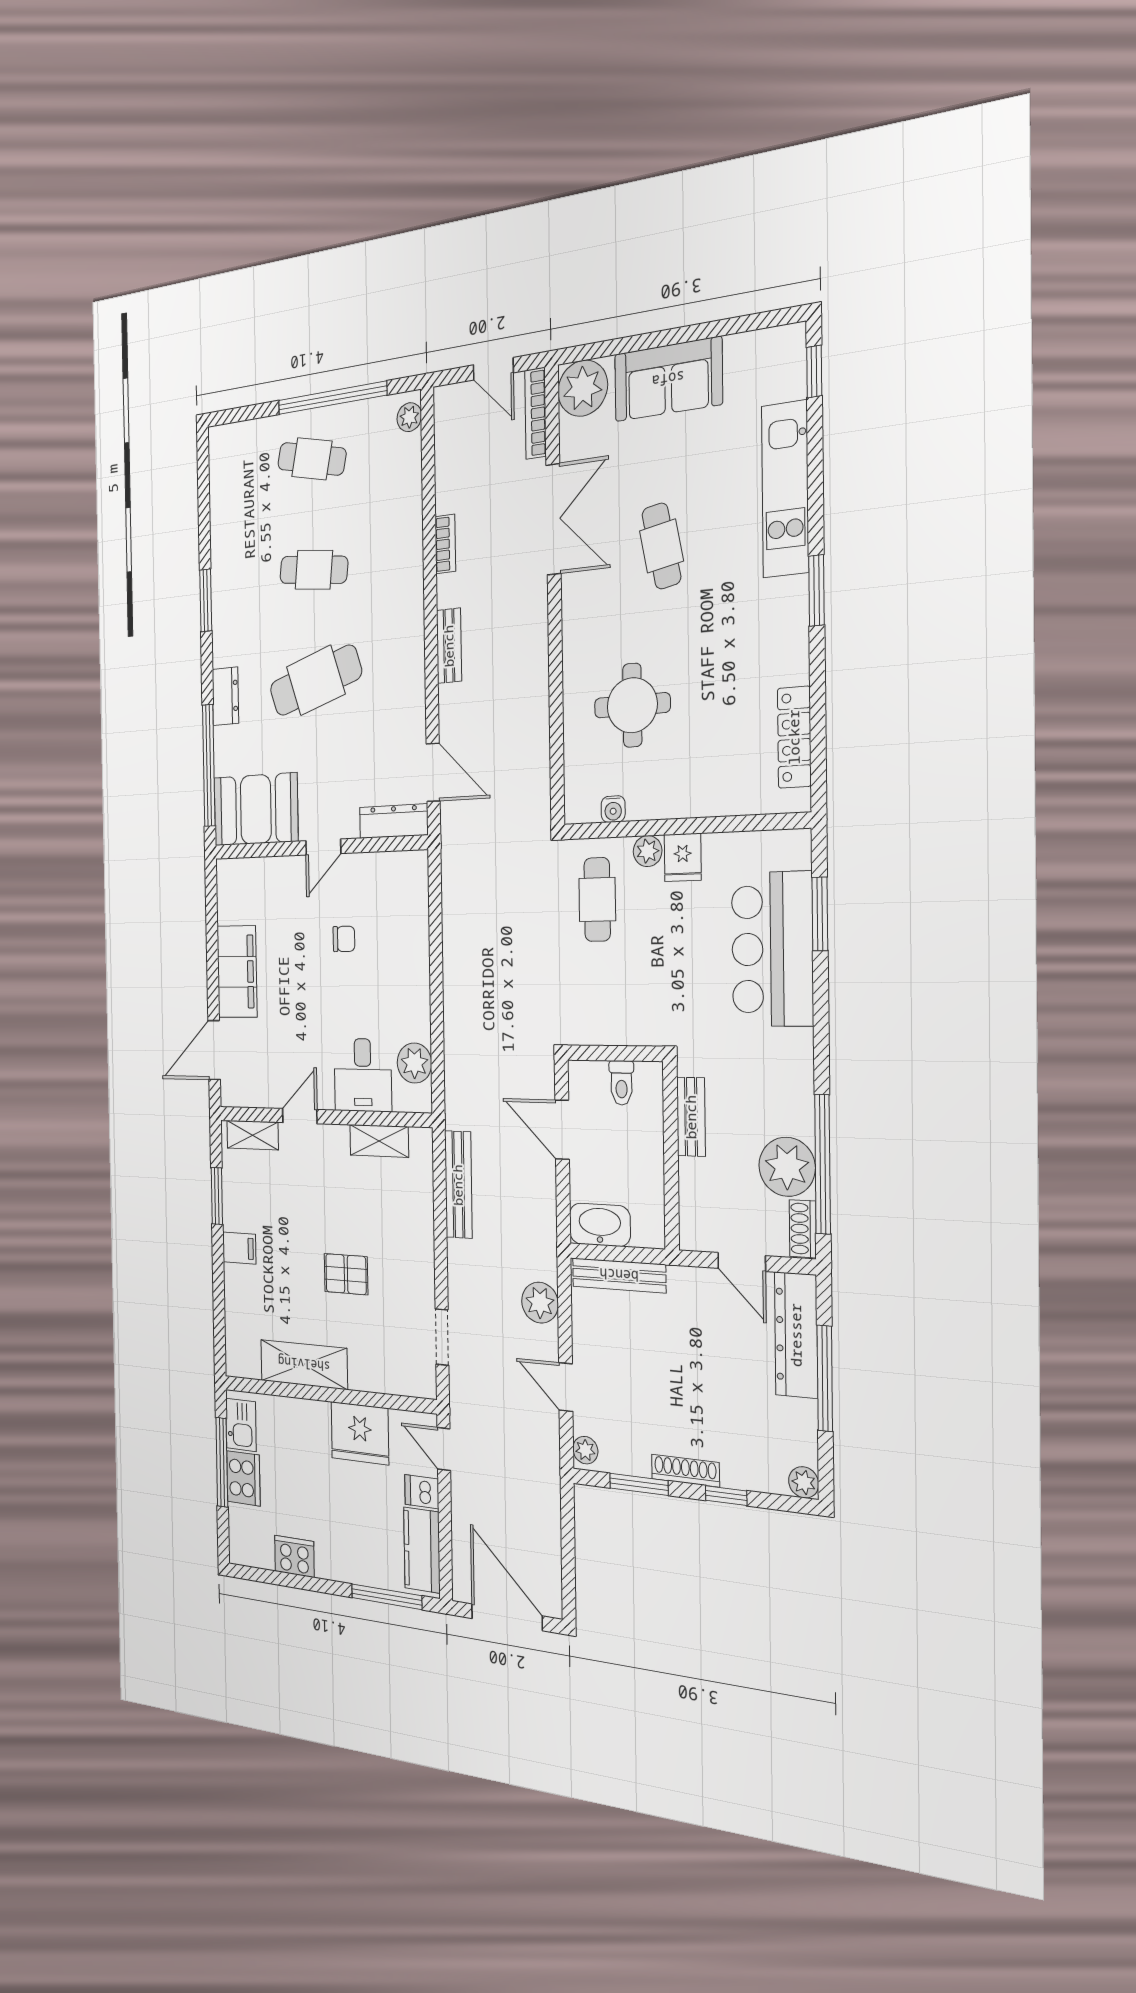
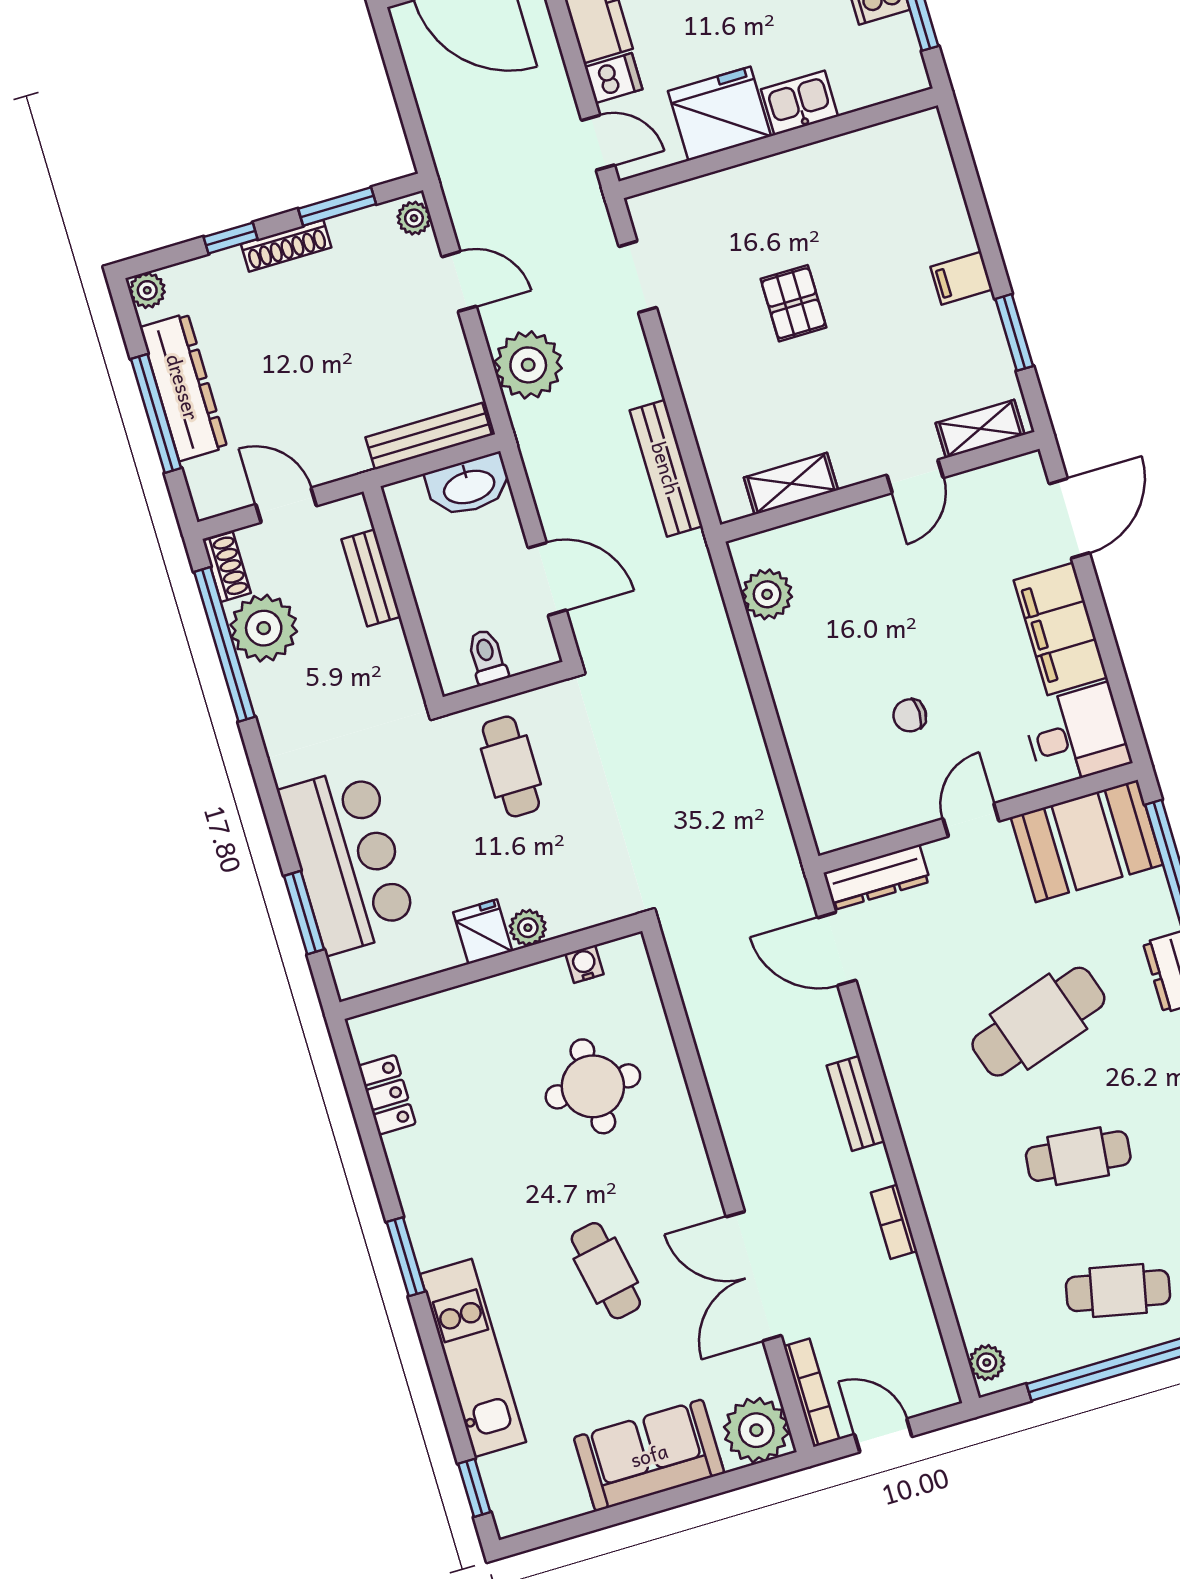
locker: (794, 737) -> (387, 1095), width x0.66
cafe table: (597, 900) -> (511, 766), moved
desk: (363, 1075) -> (1076, 735), moved, turned 90
bench: (691, 1117) -> (371, 578), moved
pallet: (346, 1274) -> (793, 303), turned 90
plant: (540, 1303) -> (528, 365), width x1.36, depth x1.36
dresser: (796, 1335) -> (183, 387), moved
shelving: (304, 1364) -> (824, 167), removed
kitchen sink: (241, 1425) -> (800, 103), moved, turned 90

